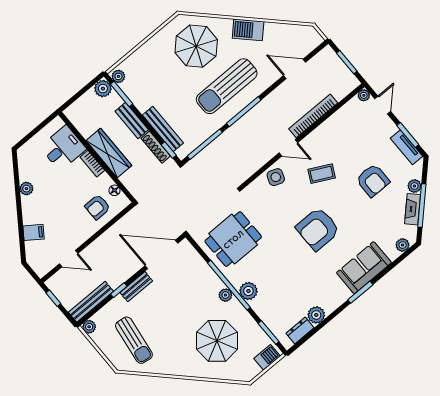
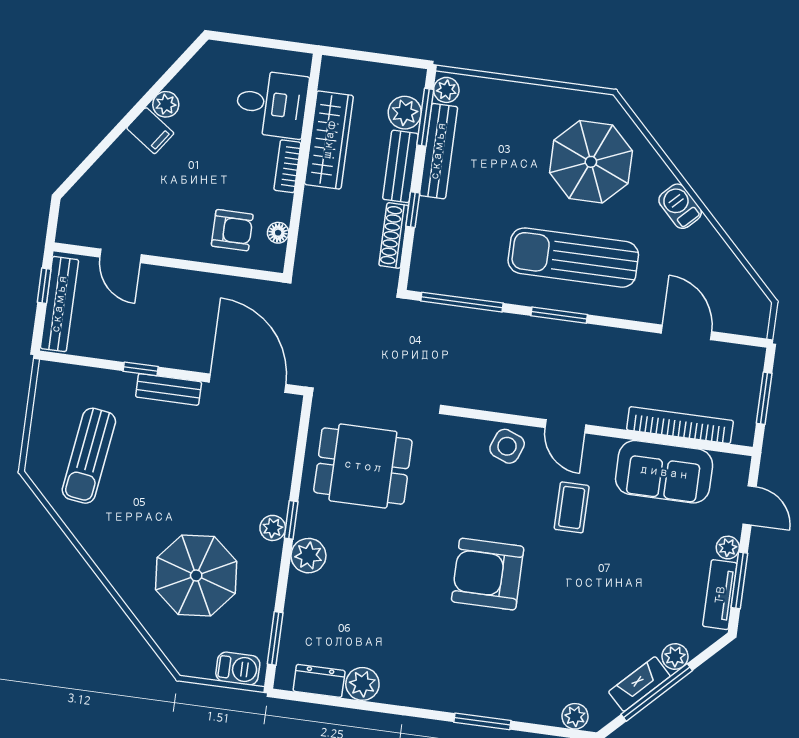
barbecue: (248, 30) -> (680, 206), width x0.73, depth x0.79
plant: (103, 89) -> (405, 113), moved
plant: (364, 95) -> (728, 548), moved
door: (383, 105) -> (750, 505), hinge flipped
window: (244, 112) -> (559, 315), width x0.69
bookcase: (313, 116) -> (680, 425), moved
bench: (163, 129) -> (438, 151), moved
window: (169, 150) -> (413, 210), moved
wardrobe: (109, 153) -> (329, 140), moved
coffee table: (322, 174) -> (572, 507), turned 63
armchair: (373, 180) -> (629, 590), removed
armchair: (98, 207) -> (232, 230), turned 180
filing cabinet: (34, 232) -> (150, 131), moved
sofa: (364, 268) -> (664, 472), moved, turned 180
window: (229, 285) -> (291, 520), width x0.32
window: (360, 292) -> (482, 721), moved
bench: (91, 302) -> (59, 304), moved, turned 90
plant: (89, 327) -> (50, 374), removed

